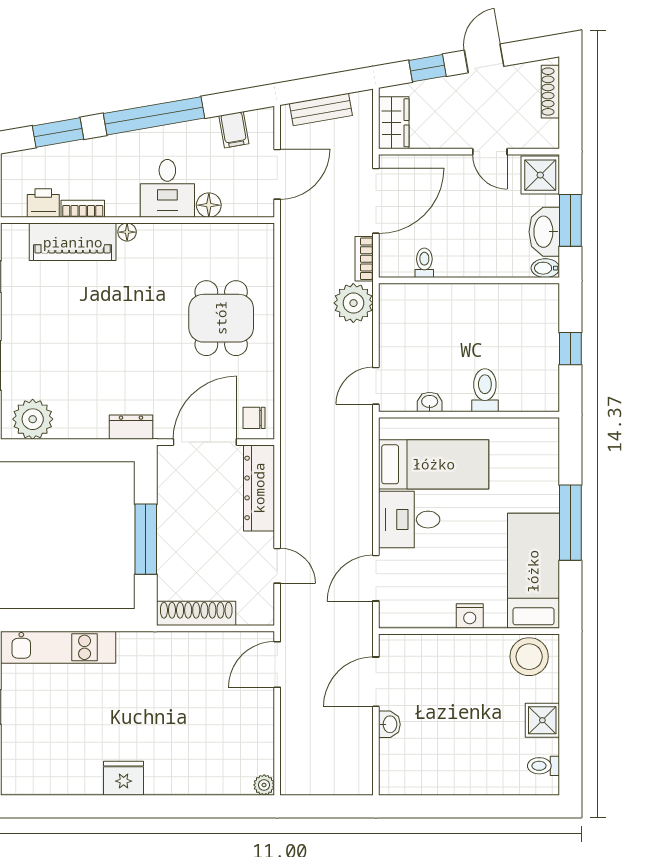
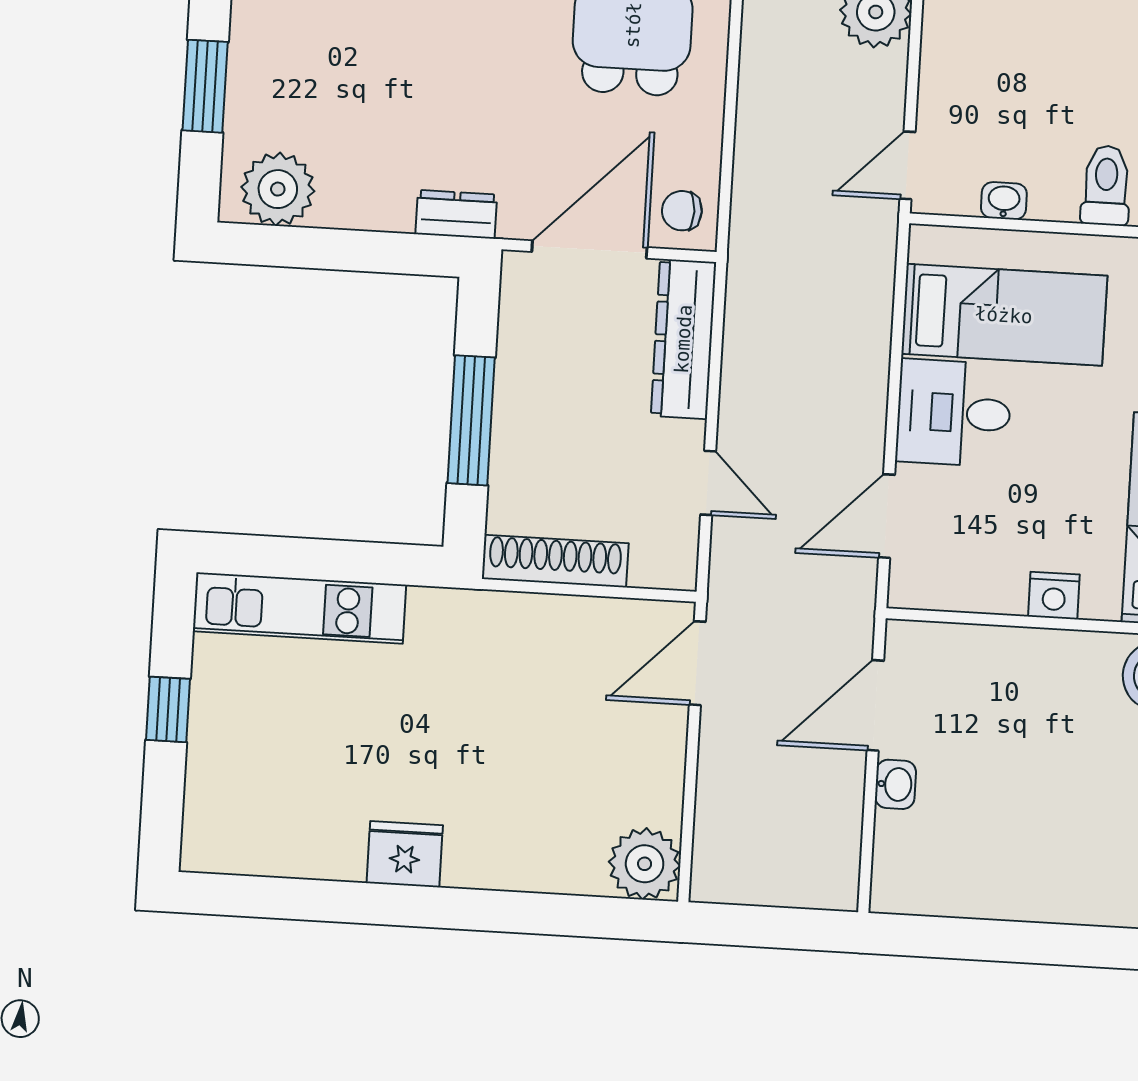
plant: (264, 785) -> (645, 864), width x1.87, depth x1.87

